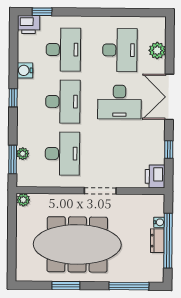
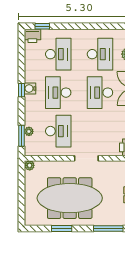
water cooler: (25, 70) -> (30, 88), moved
desk: (63, 102) -> (58, 93), turned 180
desk: (119, 102) -> (100, 93), turned 90

